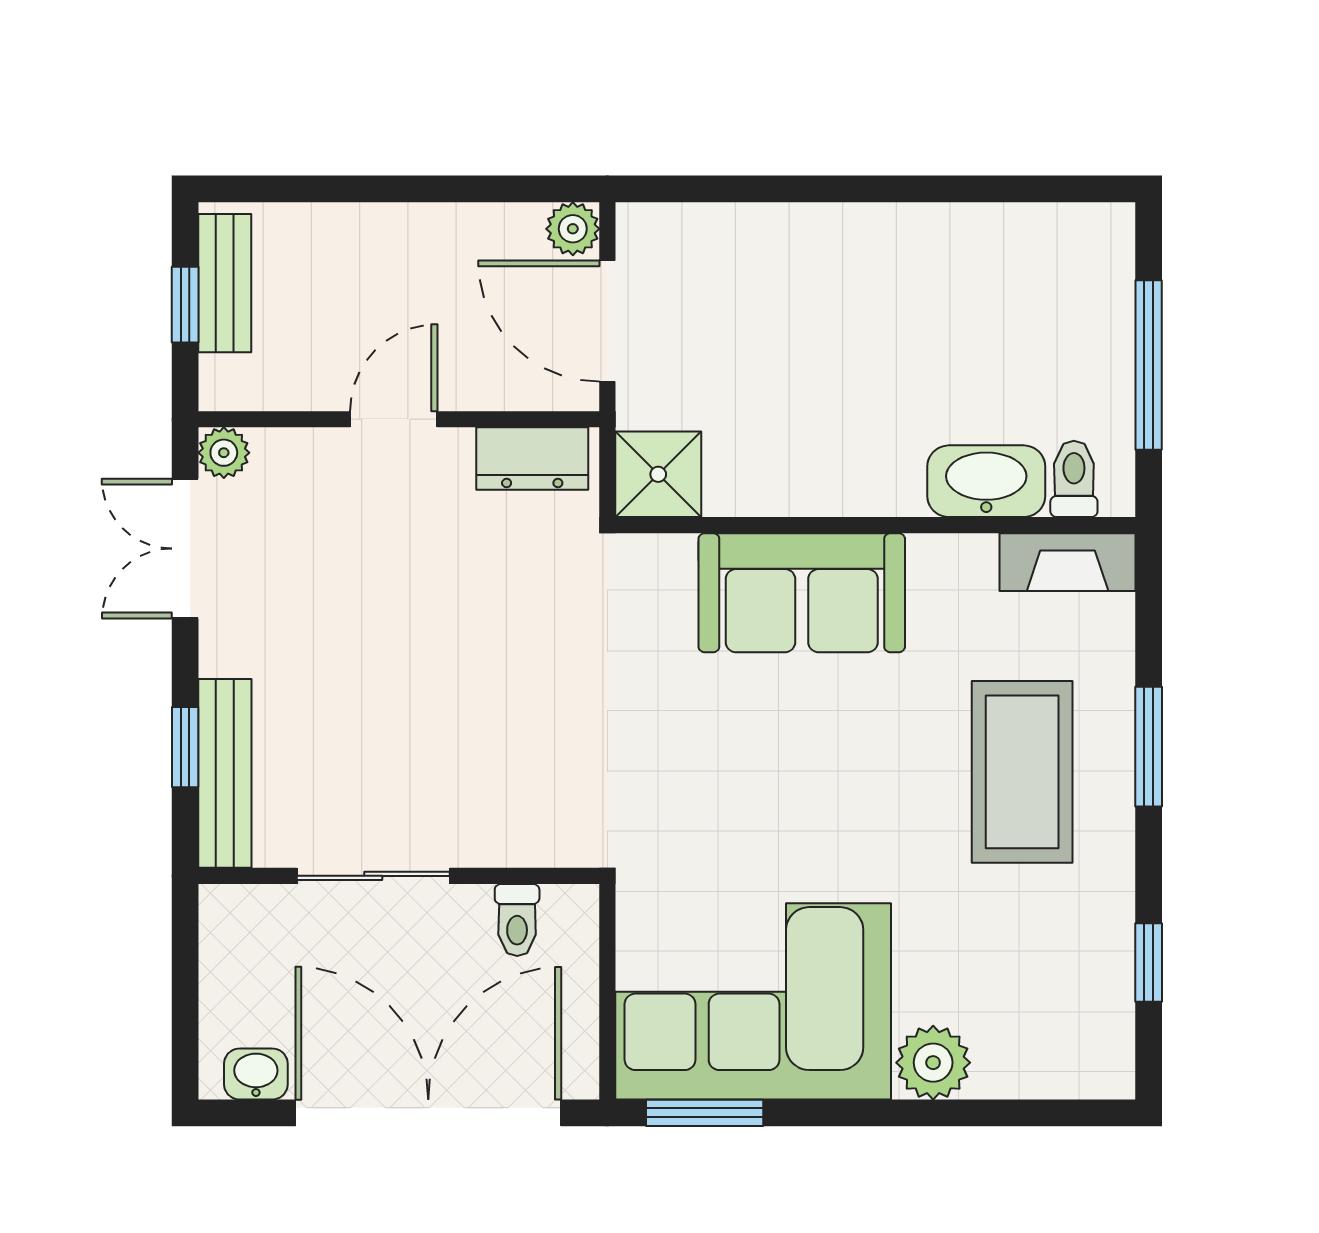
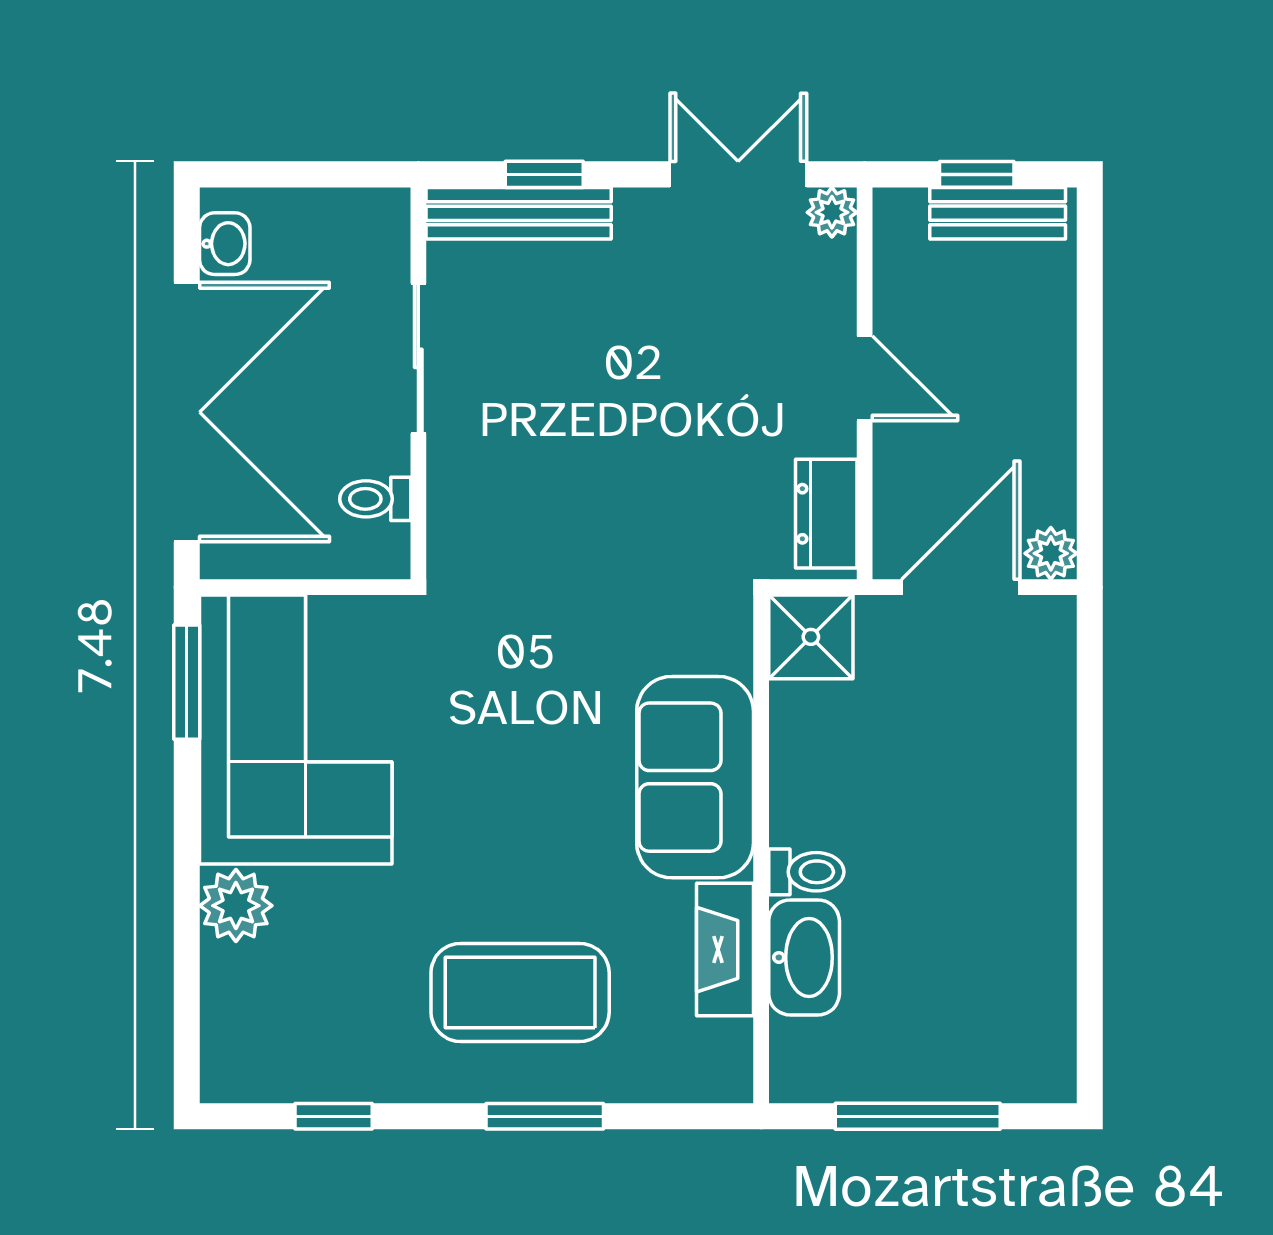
toilet: (1074, 479) -> (806, 872), moved
fireplace: (1068, 562) -> (725, 950), moved

